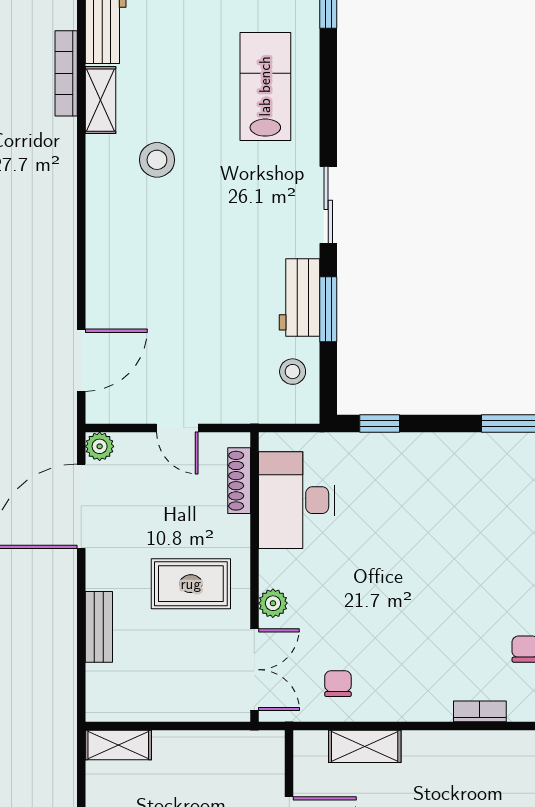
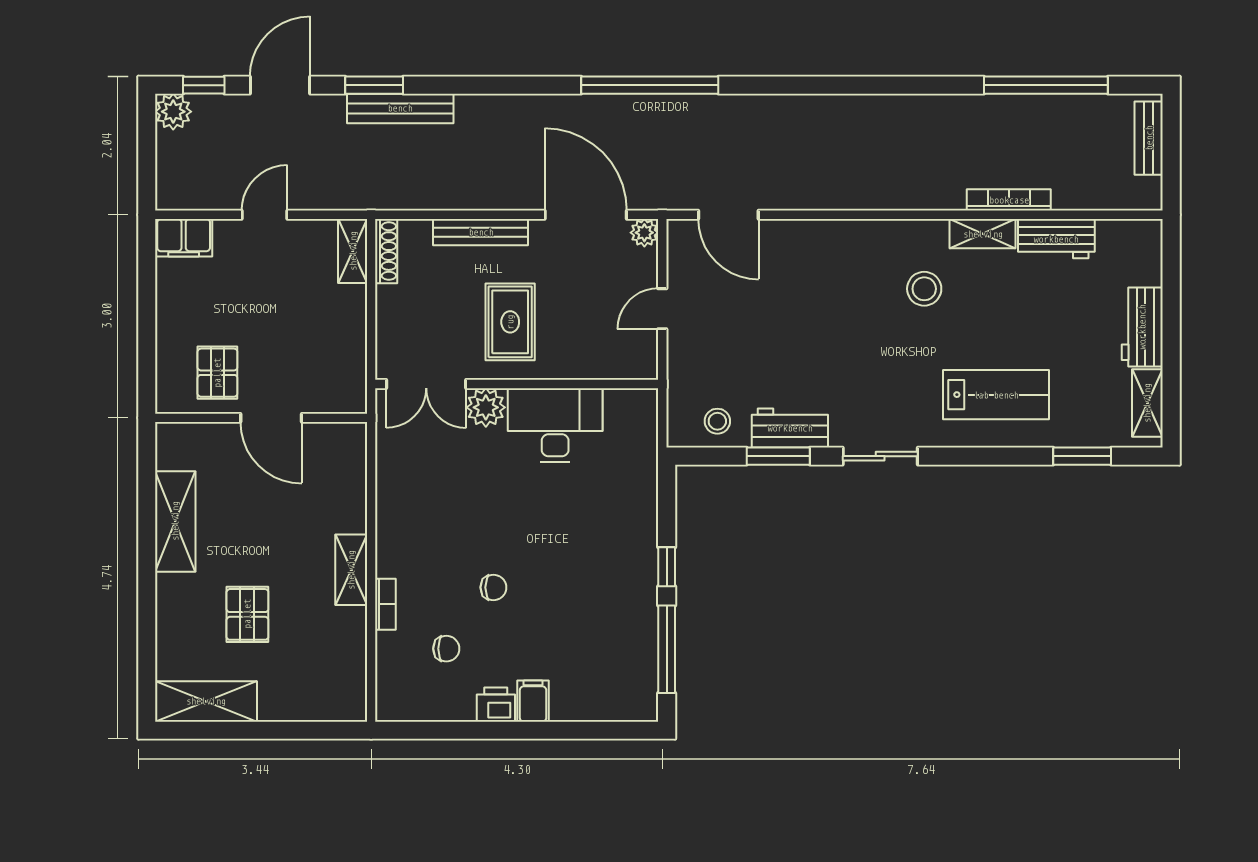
window: (380, 423) -> (667, 567), moved
shoe rack: (239, 481) -> (386, 251), moved, turned 90
desk: (297, 500) -> (555, 425), moved
plant: (273, 603) -> (486, 407), width x1.38, depth x1.38
bench: (99, 627) -> (481, 232), width x1.36
chair: (338, 684) -> (493, 587), moved
shelving: (365, 746) -> (351, 570), moved

